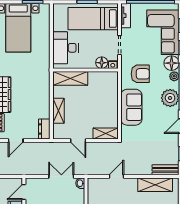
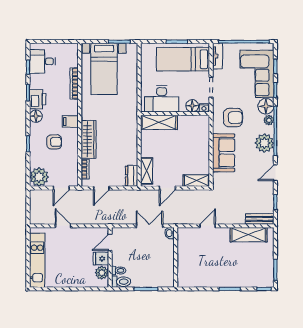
desk: (65, 48) -> (162, 99), moved, turned -90
shelving: (58, 111) -> (147, 171), moved
door: (78, 141) -> (167, 188), hinge flipped

